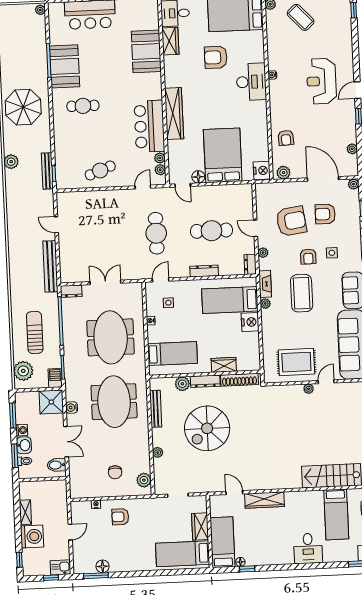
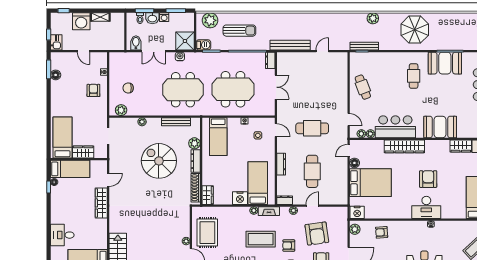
booth: (146, 51) -> (440, 127), moved
armchair: (216, 57) -> (428, 179), moved
wardrobe: (224, 365) -> (208, 195), moved

